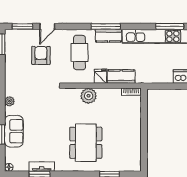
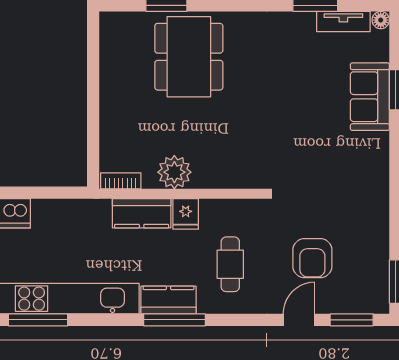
cafe table: (79, 53) -> (230, 264), width x0.73, depth x0.74
plant: (89, 96) -> (174, 172), moved
plant: (9, 101) -> (379, 160), removed
dining table: (86, 143) -> (189, 57), moved
tv unit: (42, 167) -> (343, 22), moved

